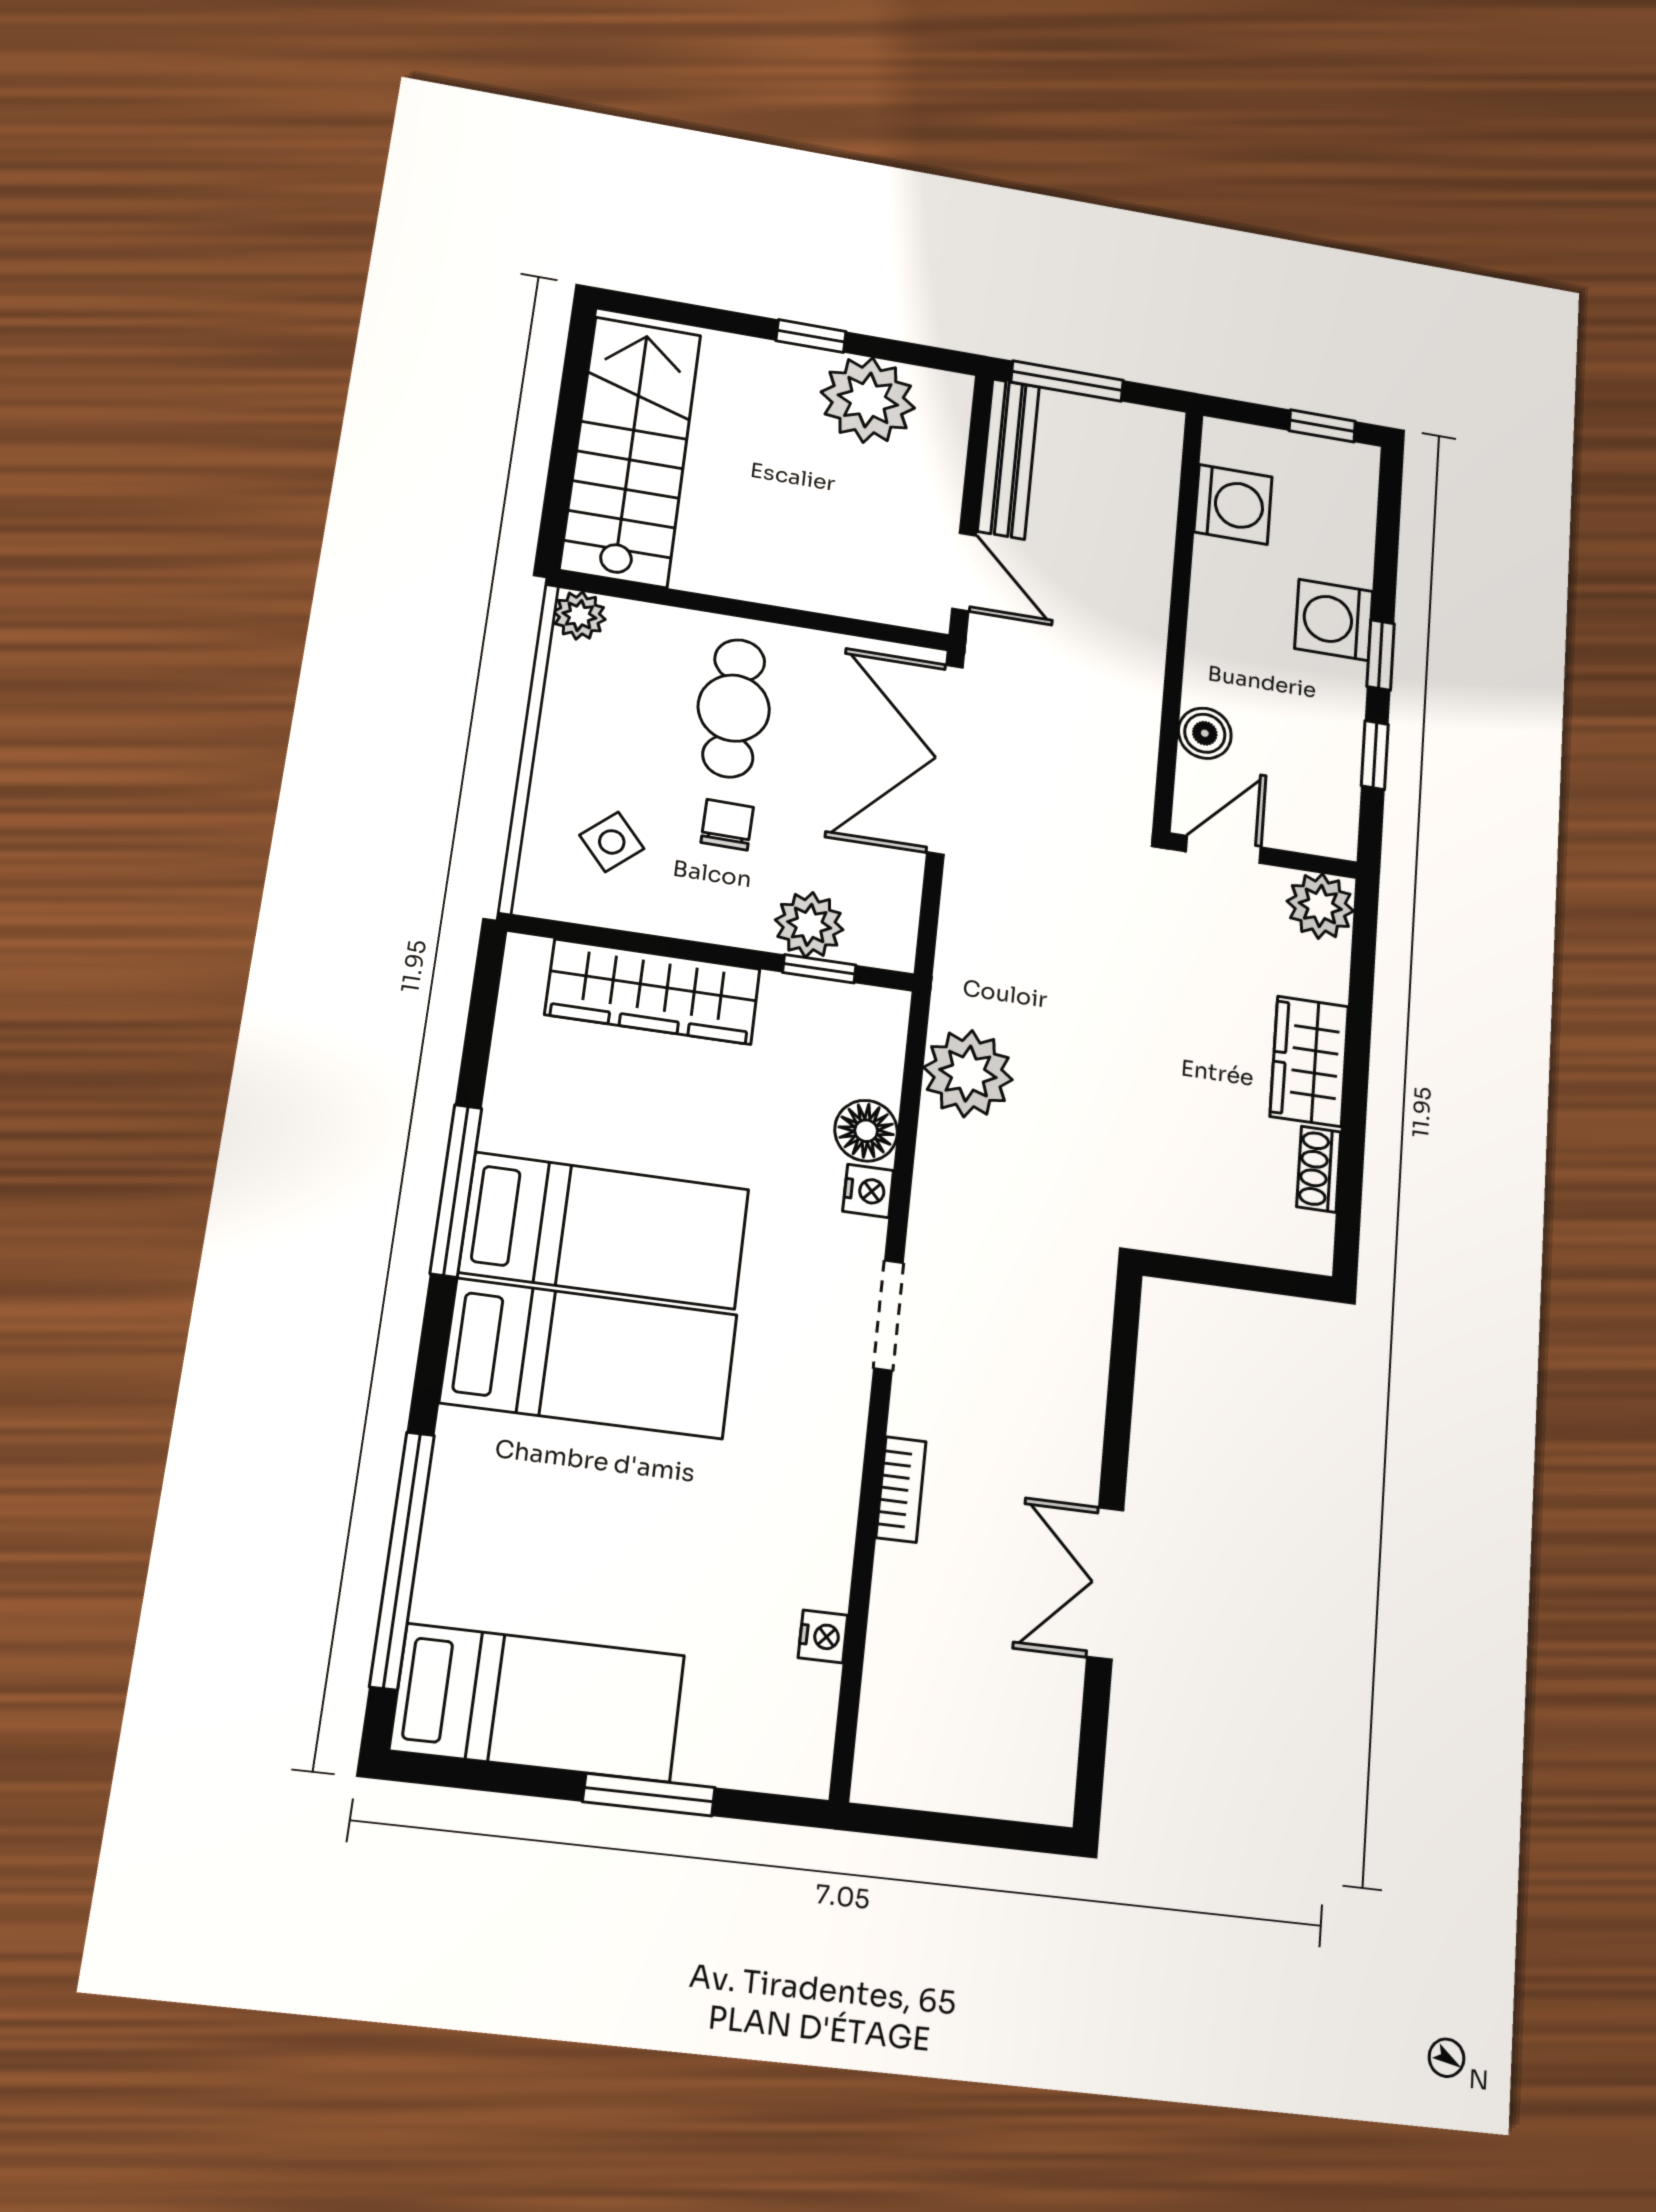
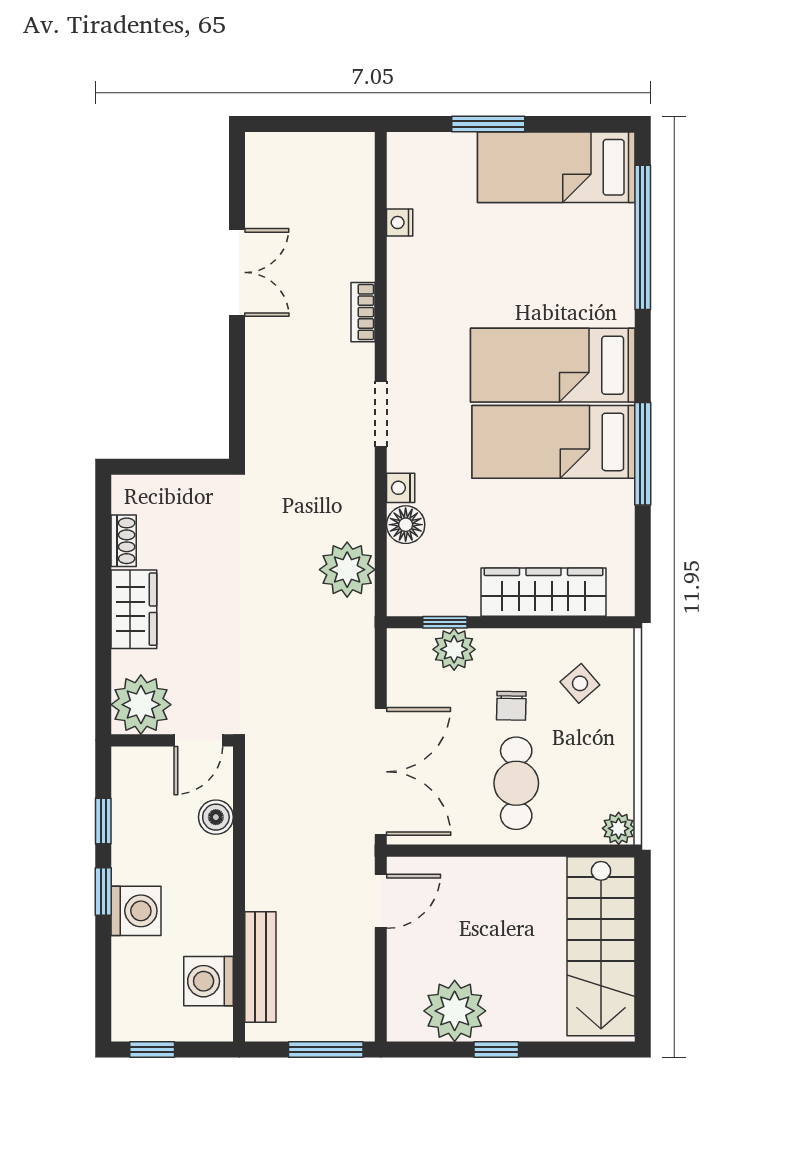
bench: (1009, 459) -> (260, 967), moved
door: (964, 572) -> (381, 901), swing flipped
plant: (1320, 906) -> (141, 705), width x1.36, depth x1.36

